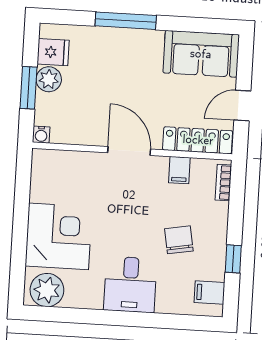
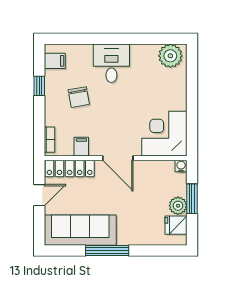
window: (126, 21) -> (107, 251), moved
sofa: (201, 54) -> (80, 230), width x1.36
corner desk: (59, 236) -> (164, 134), moved, turned 90

